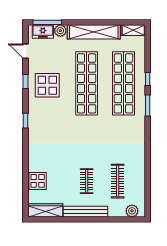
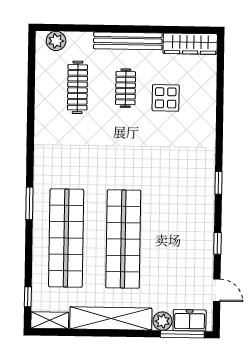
window: (148, 79) -> (28, 297), moved
display table: (47, 85) -> (184, 237), removed
display table: (38, 181) -> (166, 98), moved

